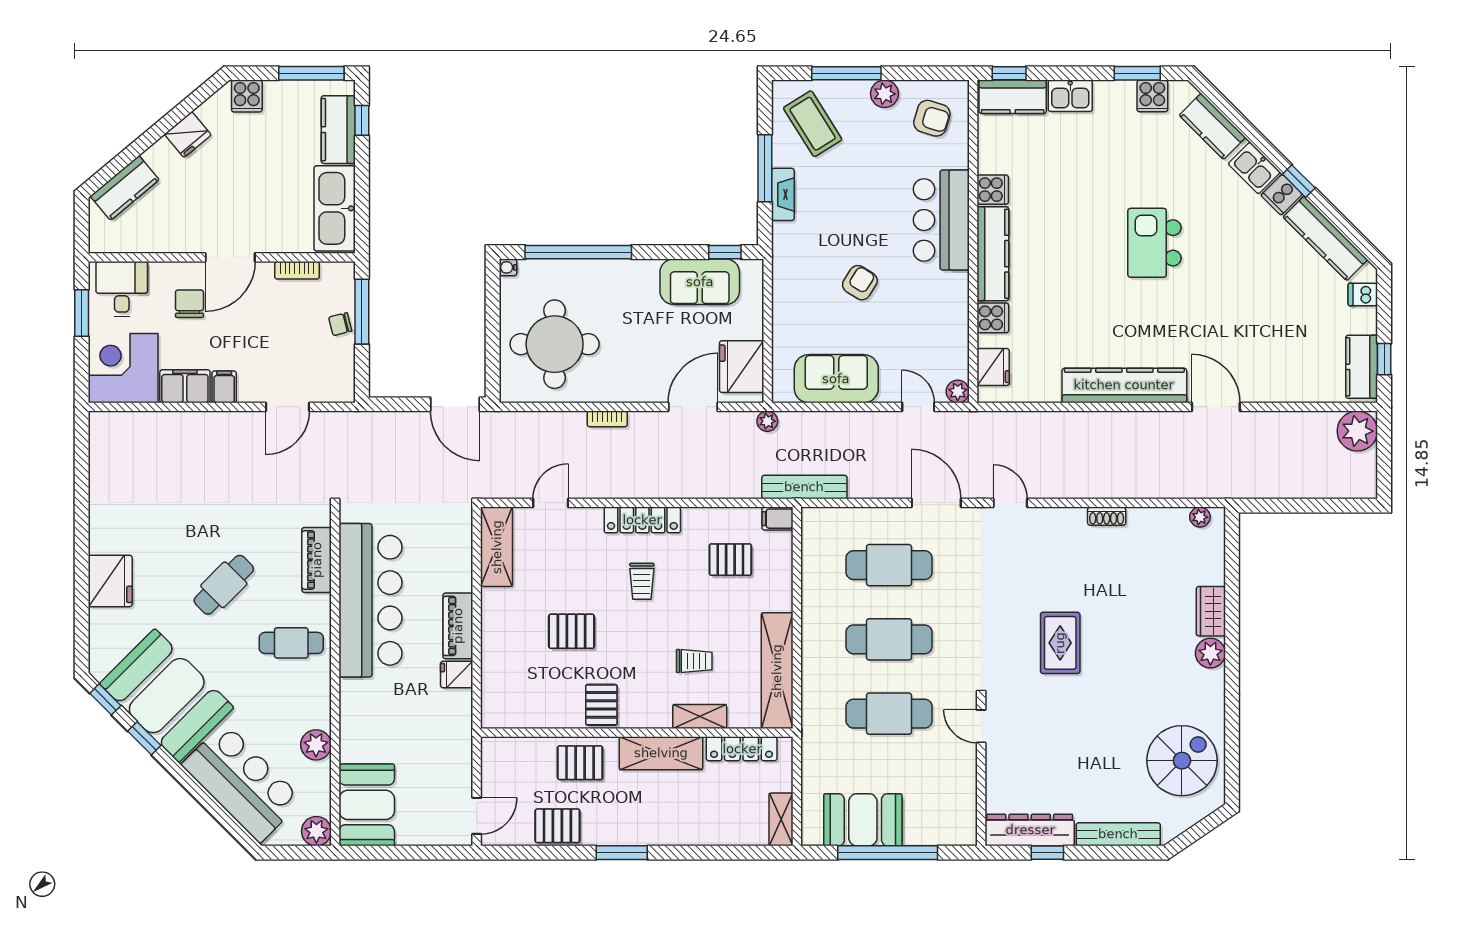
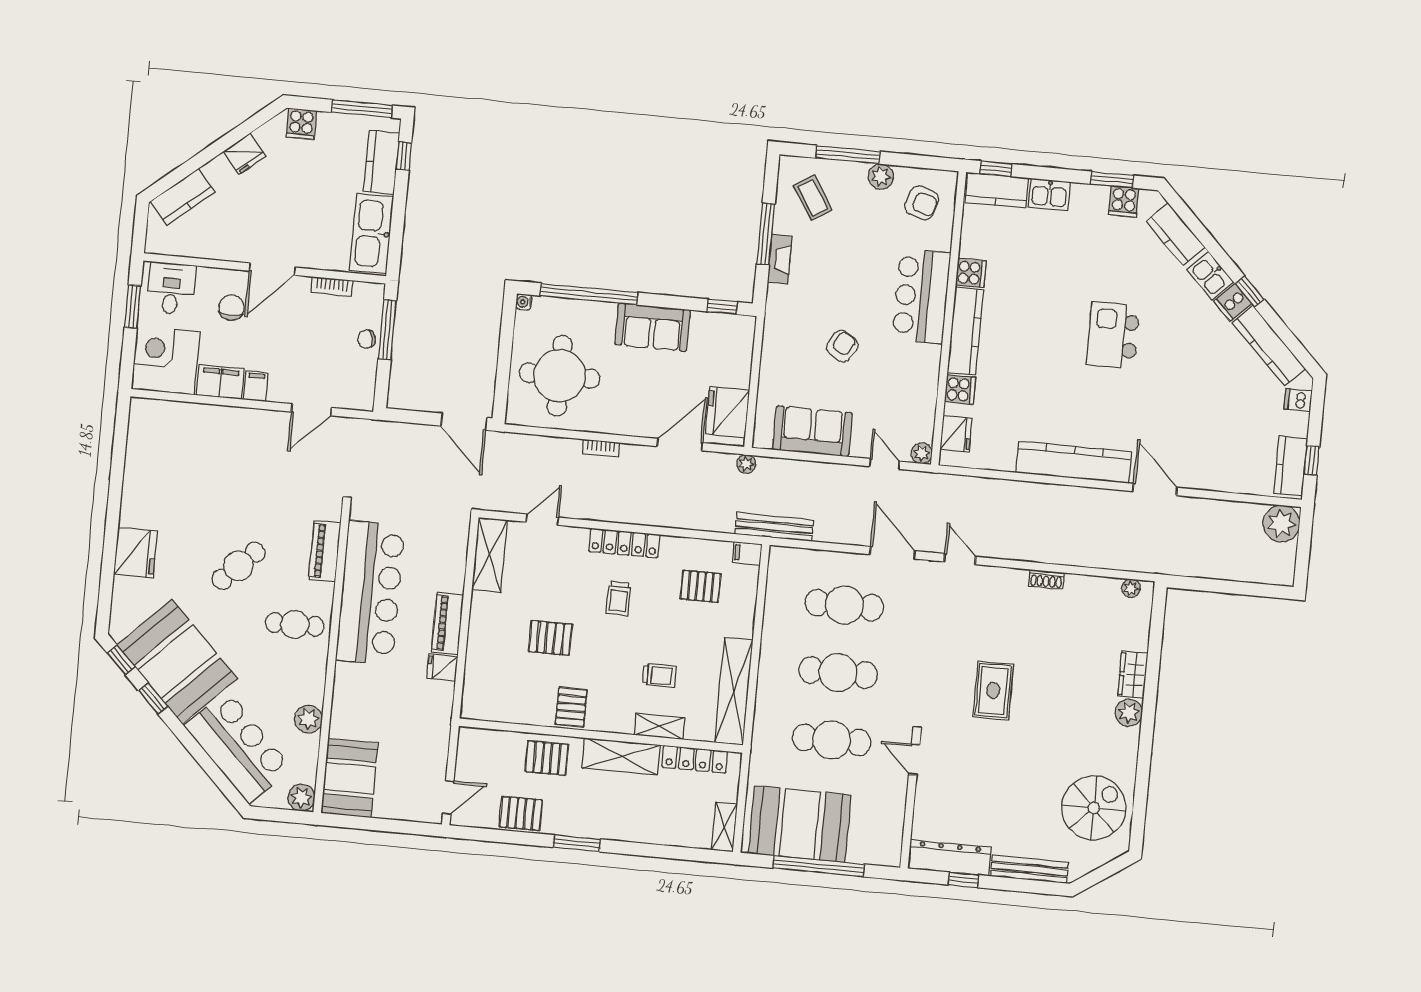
coffee table: (813, 124) -> (813, 198), width x0.73, depth x0.77
sofa: (700, 282) -> (652, 327), moved
booth: (863, 820) -> (800, 824), width x1.36, depth x1.42

